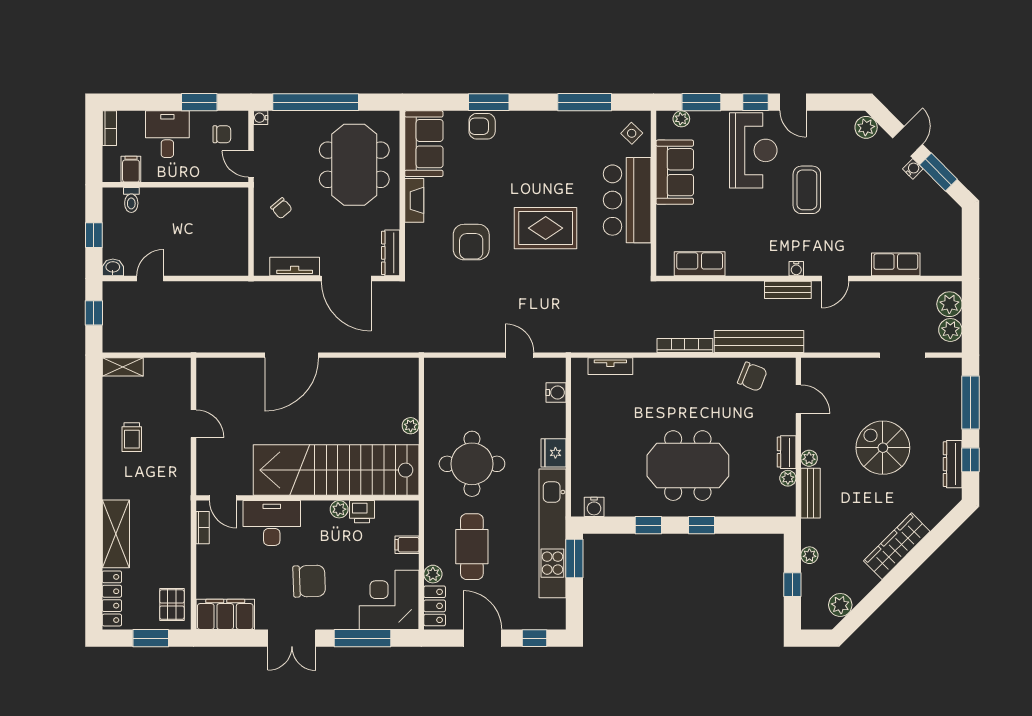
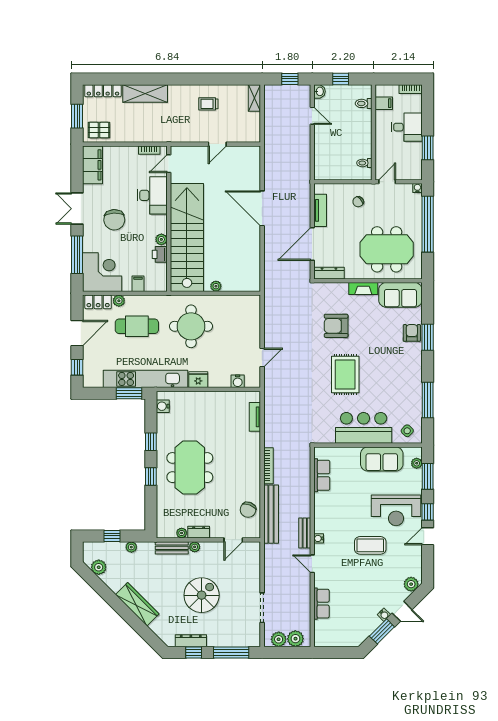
chair: (222, 134) -> (407, 163), removed
toilet: (222, 199) -> (364, 163), added

